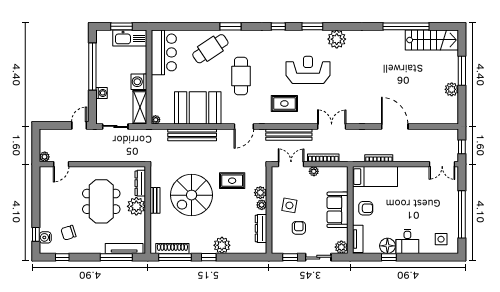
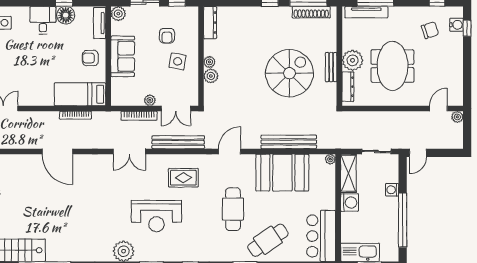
rug: (232, 181) -> (243, 90), removed
dresser: (261, 228) -> (210, 23), moved
plant: (222, 245) -> (255, 16), removed

